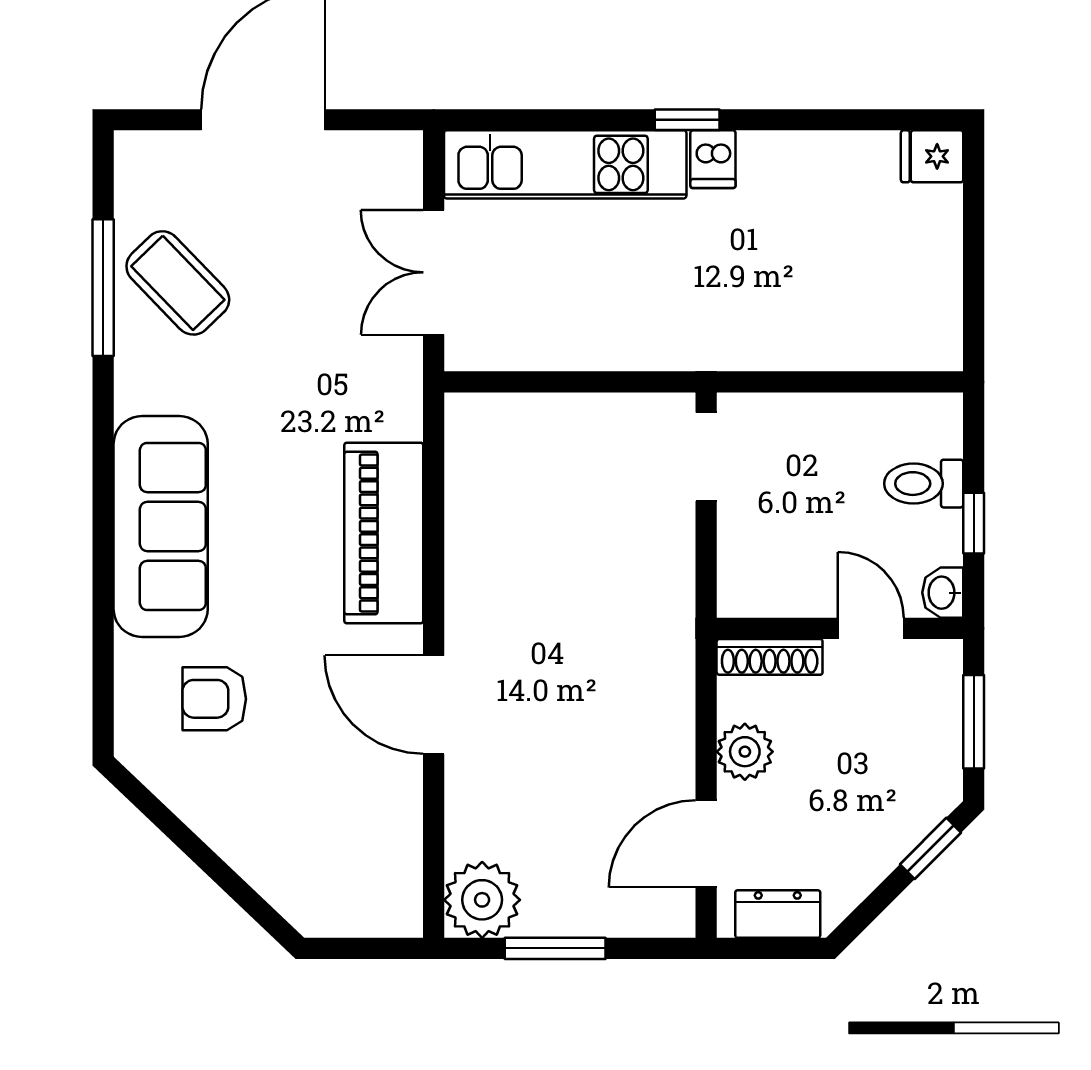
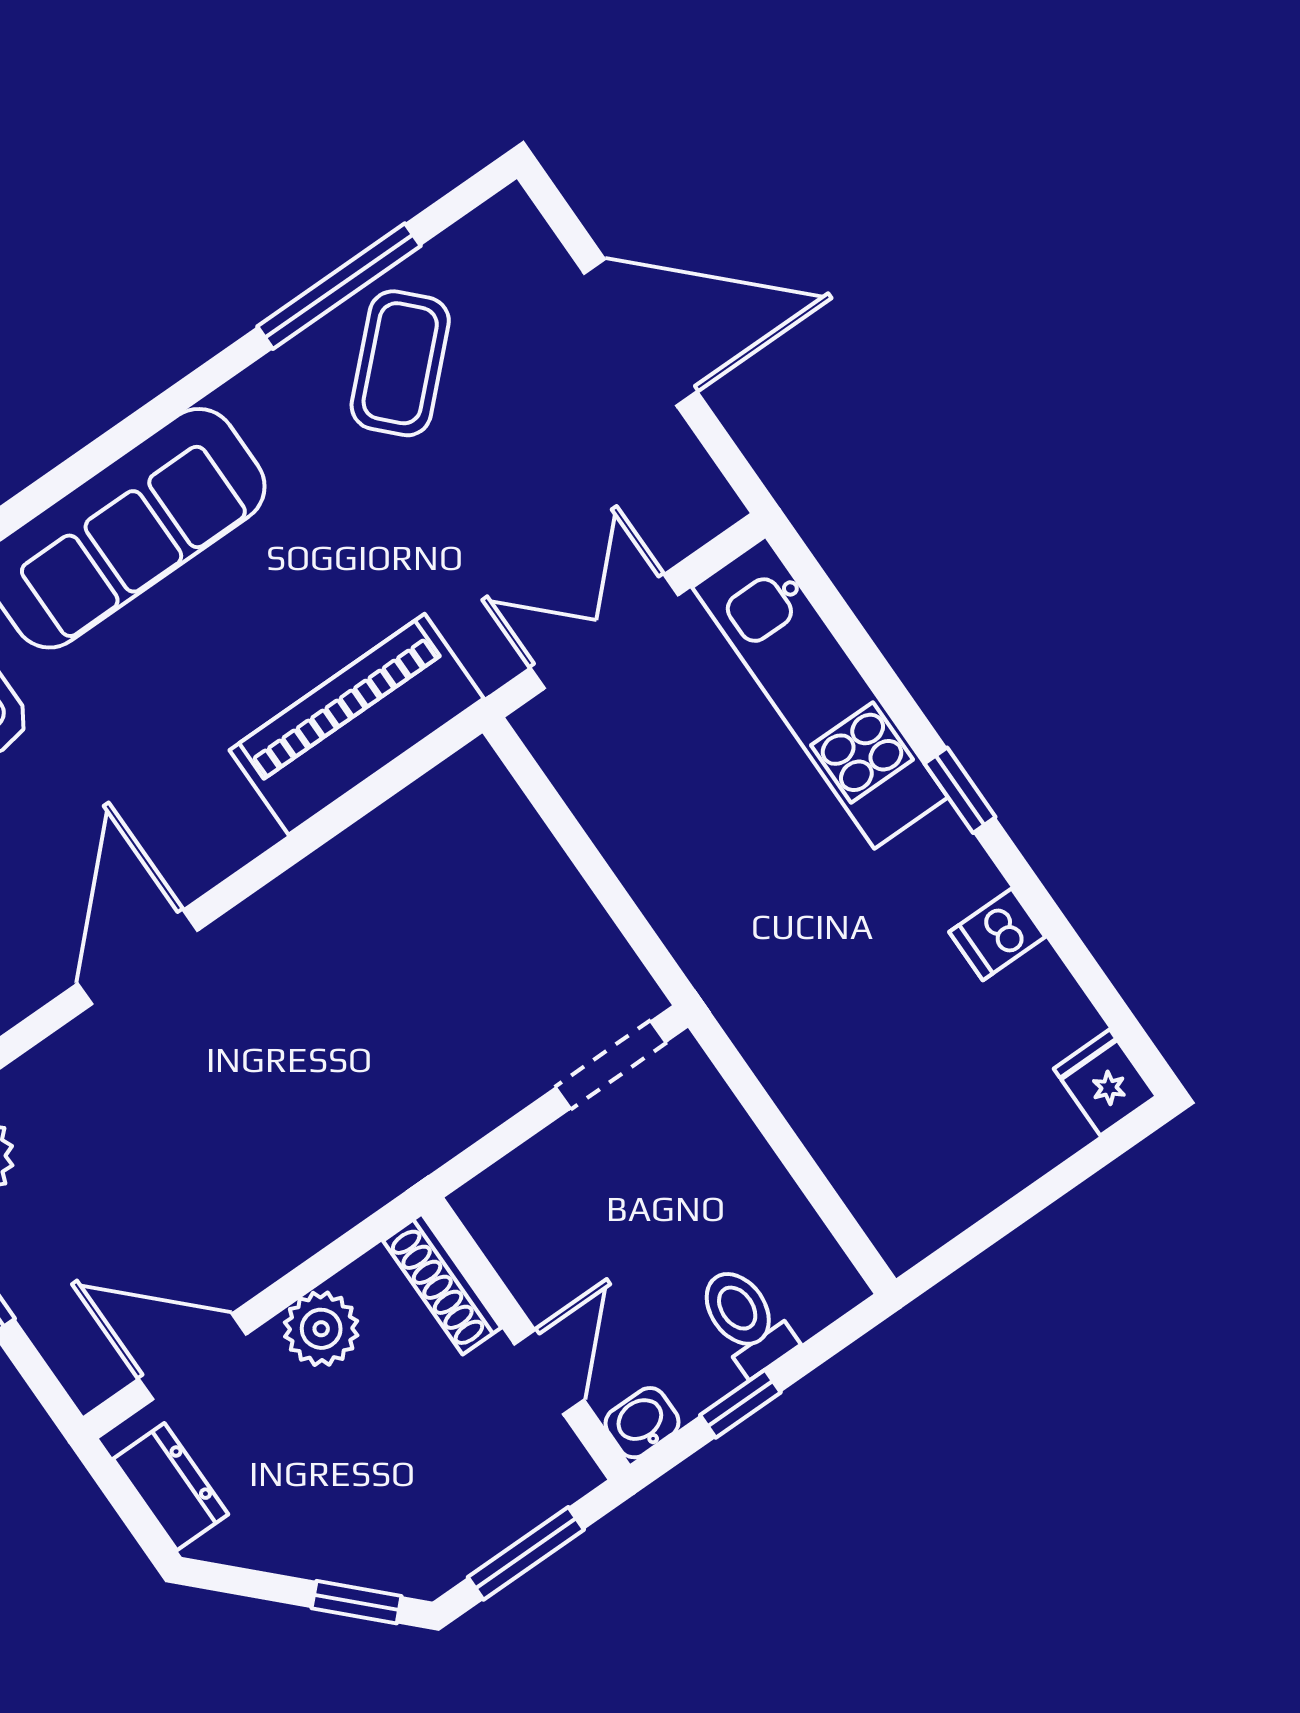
dishwasher: (713, 159) -> (997, 934), moved
piano: (384, 533) -> (357, 724), moved

